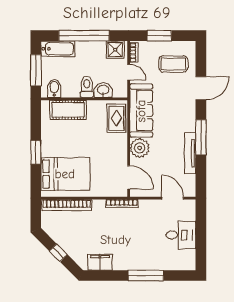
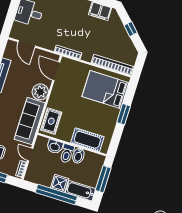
shower: (115, 50) -> (60, 183), moved
bidet: (54, 88) -> (78, 156), moved

